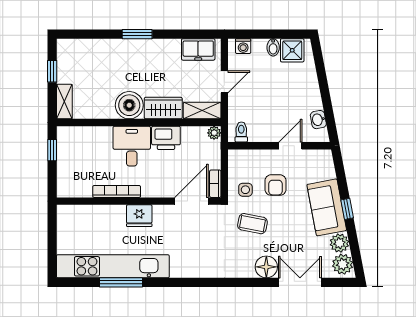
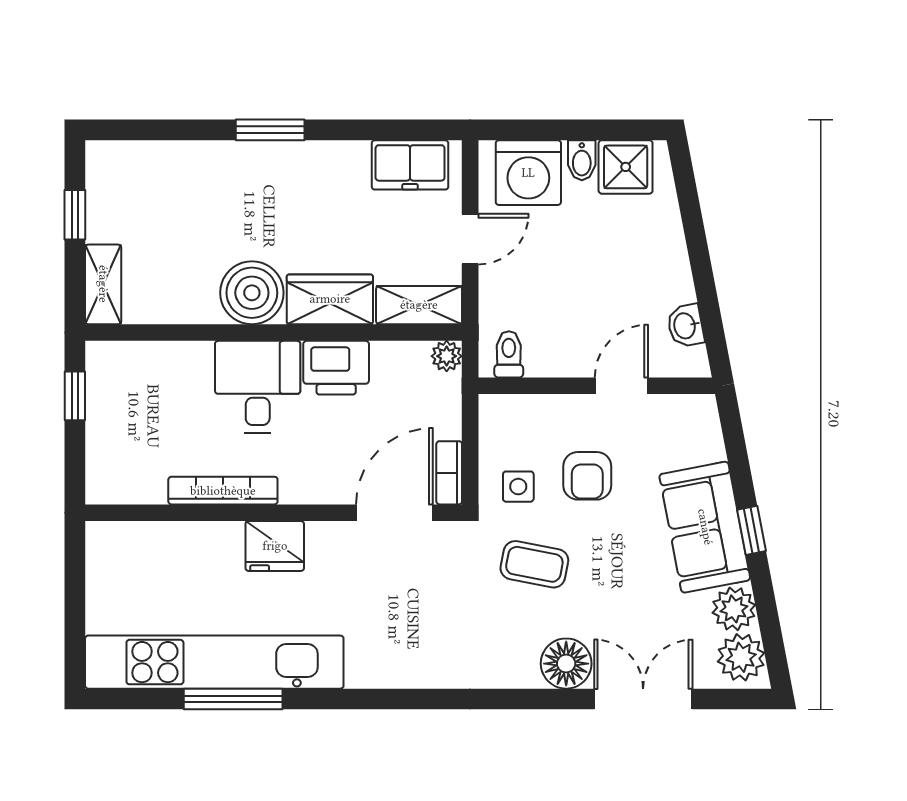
washing machine: (243, 46) -> (528, 173), width x1.89, depth x1.89

